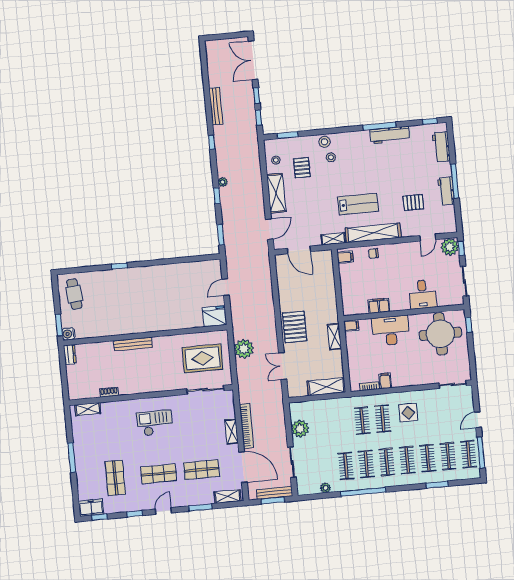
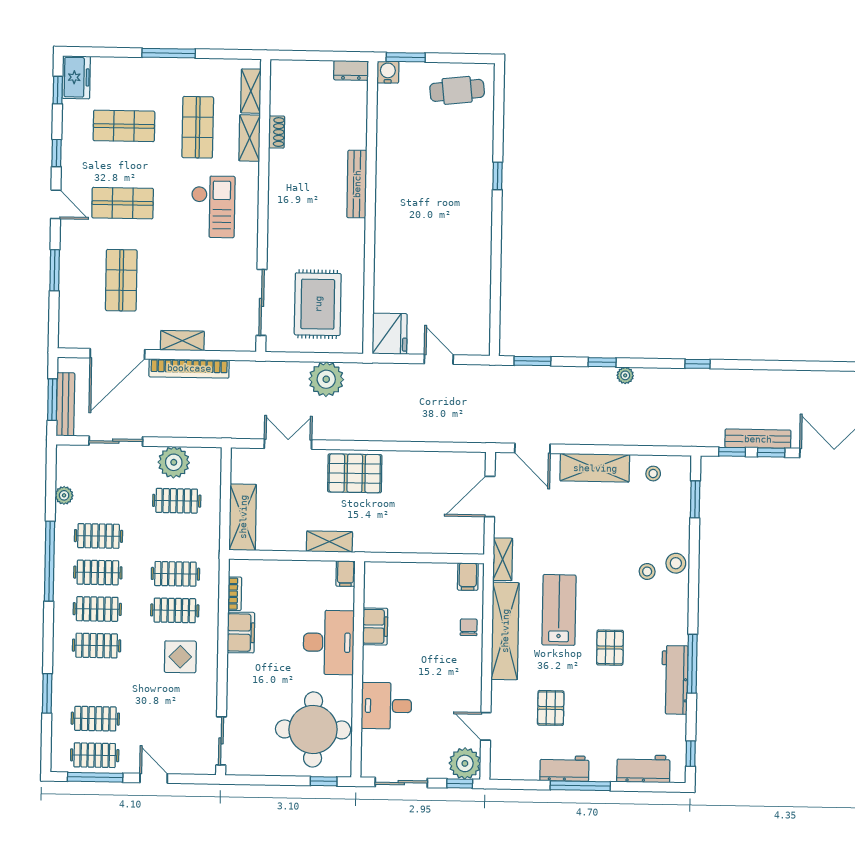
bench: (216, 106) -> (758, 439), moved
pallet: (302, 168) -> (610, 648), moved, turned 90
lab bench: (358, 204) -> (559, 610), turned 180
filing cabinet: (385, 381) -> (241, 633), width x2.00
shop shelf: (111, 437) -> (198, 127), added
clothes rail: (428, 458) -> (177, 501), moved
shop shelf: (158, 474) -> (123, 203), turned 90
shelving: (228, 497) -> (250, 138), moved

